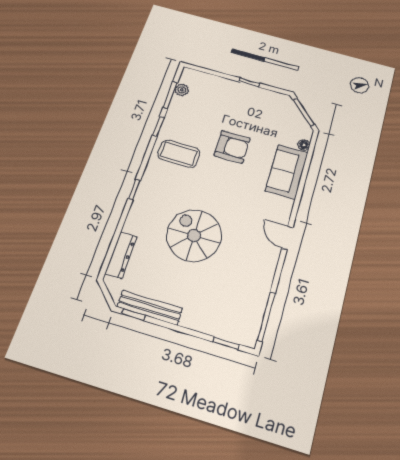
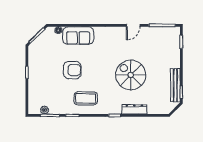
armchair: (232, 147) -> (72, 70), turned 90
coffee table: (179, 154) -> (86, 98), turned 90
spiral stairs: (194, 236) -> (131, 75), turned 90
door: (287, 238) -> (133, 25), moved
dresser: (121, 255) -> (134, 109), moved

